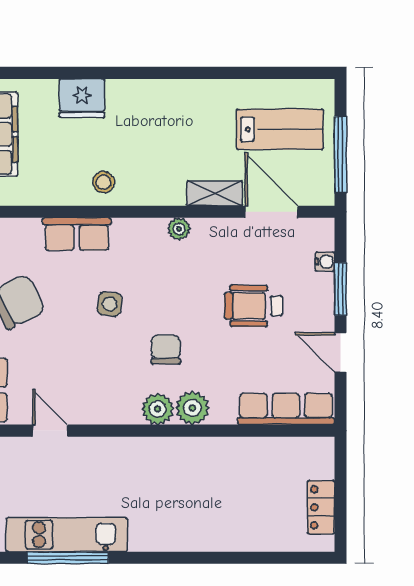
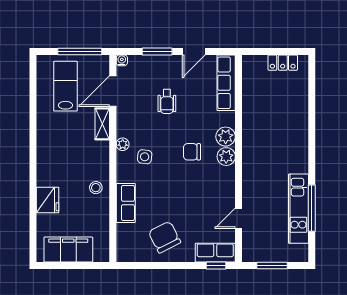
water cooler: (325, 262) -> (122, 60), moved
side table: (110, 304) -> (145, 157), moved
wheelchair: (253, 306) -> (167, 102), width x0.73, depth x0.73

